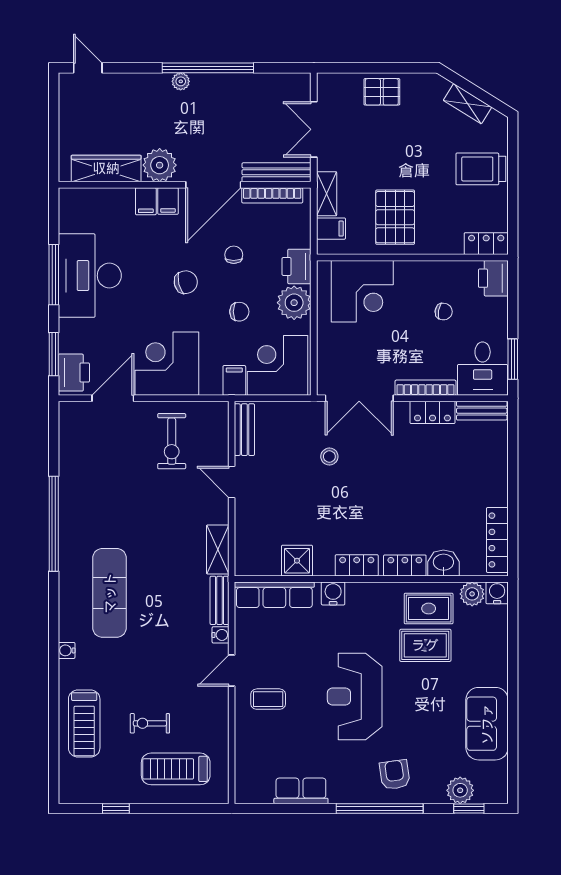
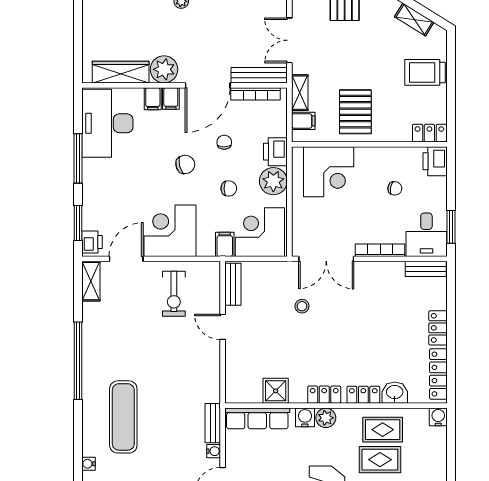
desk: (90, 276) -> (107, 123), moved
printer: (74, 373) -> (92, 242), width x0.73, depth x0.81
locker: (432, 412) -> (438, 328), moved, turned 90
shelving: (218, 549) -> (91, 281), moved
plant: (472, 594) -> (326, 418), moved

